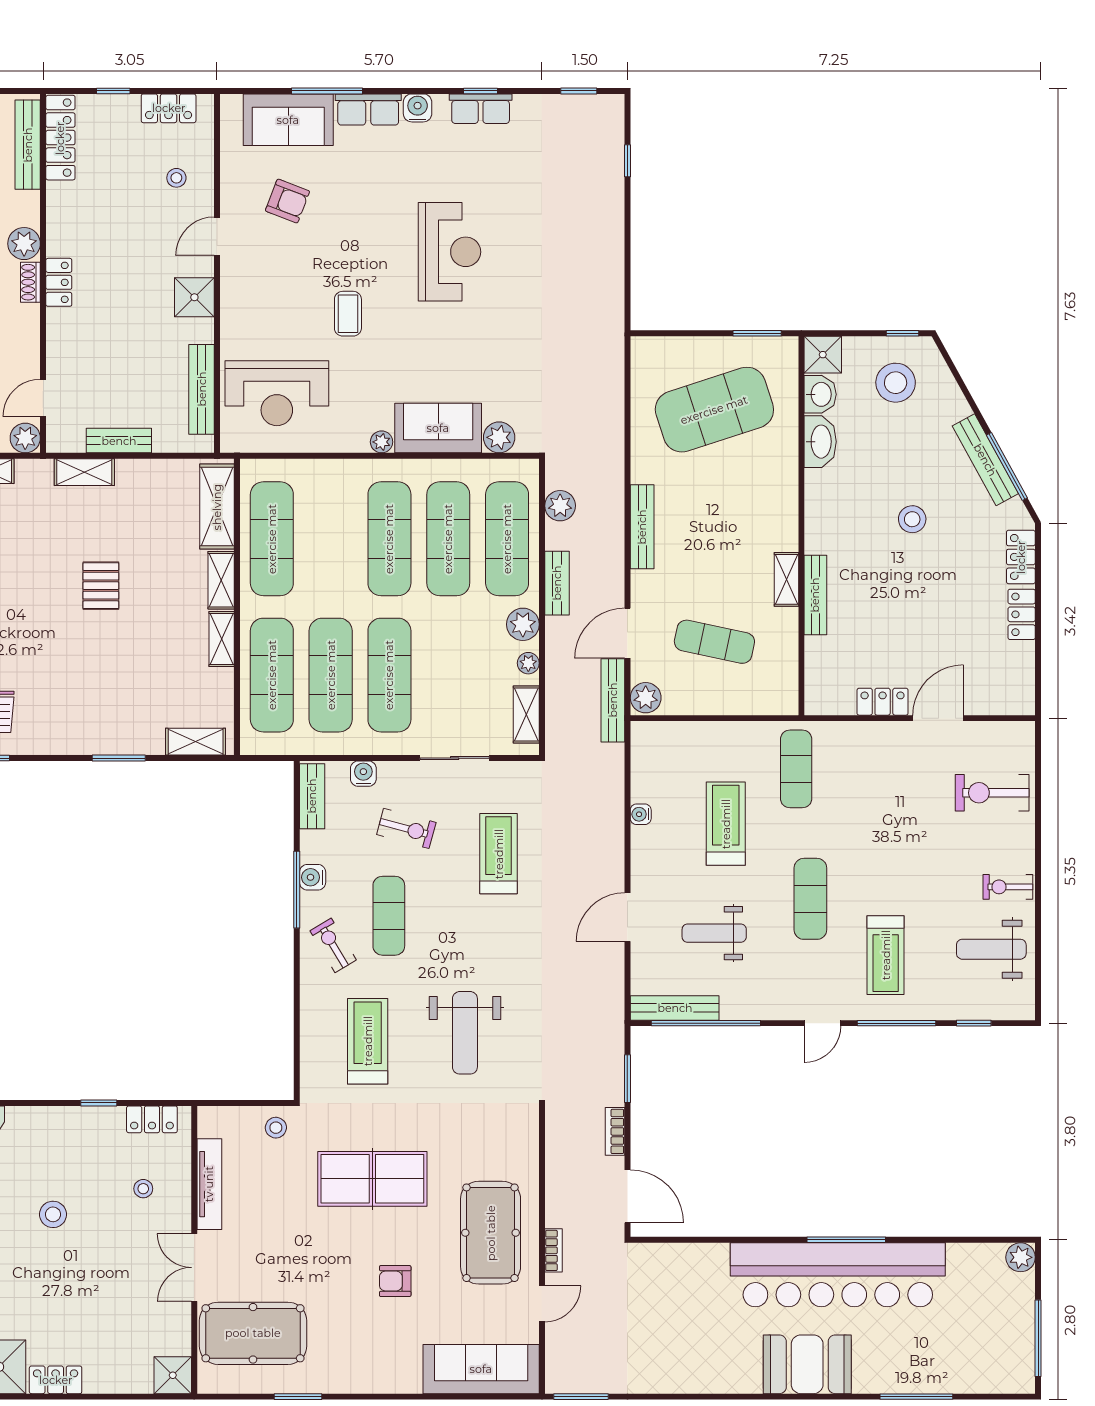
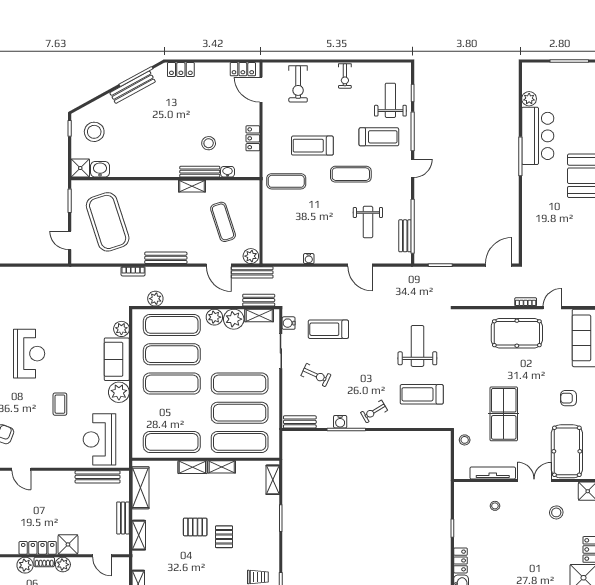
reception desk: (450, 252) -> (29, 354), turned 90
locker: (59, 282) -> (38, 548), width x1.53
shower: (194, 297) -> (68, 544), moved
coffee table: (348, 314) -> (60, 404), turned 90
door: (677, 333) -> (70, 240), added
reception desk: (277, 393) -> (99, 439), turned 180
plant: (25, 438) -> (63, 565), moved
plant: (382, 442) -> (119, 392), width x1.88, depth x1.88
washbasin: (820, 442) -> (228, 172), moved, width x0.52, depth x0.69
shelving: (217, 507) -> (140, 488), moved, turned 90
stool: (912, 519) -> (209, 143), moved
bench: (557, 583) -> (259, 300), moved
locker: (1022, 614) -> (243, 69), moved
exercise mat: (714, 642) -> (223, 222), turned -30
pallet: (81, 644) -> (224, 537), added
plant: (528, 663) -> (234, 319), width x1.88, depth x1.88
door: (938, 718) -> (261, 90), moved
water cooler: (363, 774) -> (289, 323), moved
treadmill: (726, 824) -> (312, 146), moved
exercise bike: (406, 828) -> (316, 375), turned 100
exercise mat: (389, 916) -> (359, 384), removed
weight bench: (991, 949) -> (390, 100), moved, turned 180
bench: (675, 1008) -> (405, 236), width x0.73
door: (822, 1023) -> (413, 168), hinge flipped
weight bench: (465, 1033) -> (417, 346), turned -90
locker: (152, 1119) -> (460, 560), moved
bookcase: (615, 1131) -> (133, 271), moved
table tennis table: (372, 1179) -> (504, 414), moved
stool: (53, 1214) -> (556, 512), moved
plant: (1021, 1257) -> (529, 99), moved
double door: (194, 1268) -> (534, 481), swing flipped
bar counter: (838, 1275) -> (538, 136), width x0.54
armchair: (395, 1281) -> (568, 398), moved, turned 90
door: (542, 1304) -> (552, 308), hinge flipped

